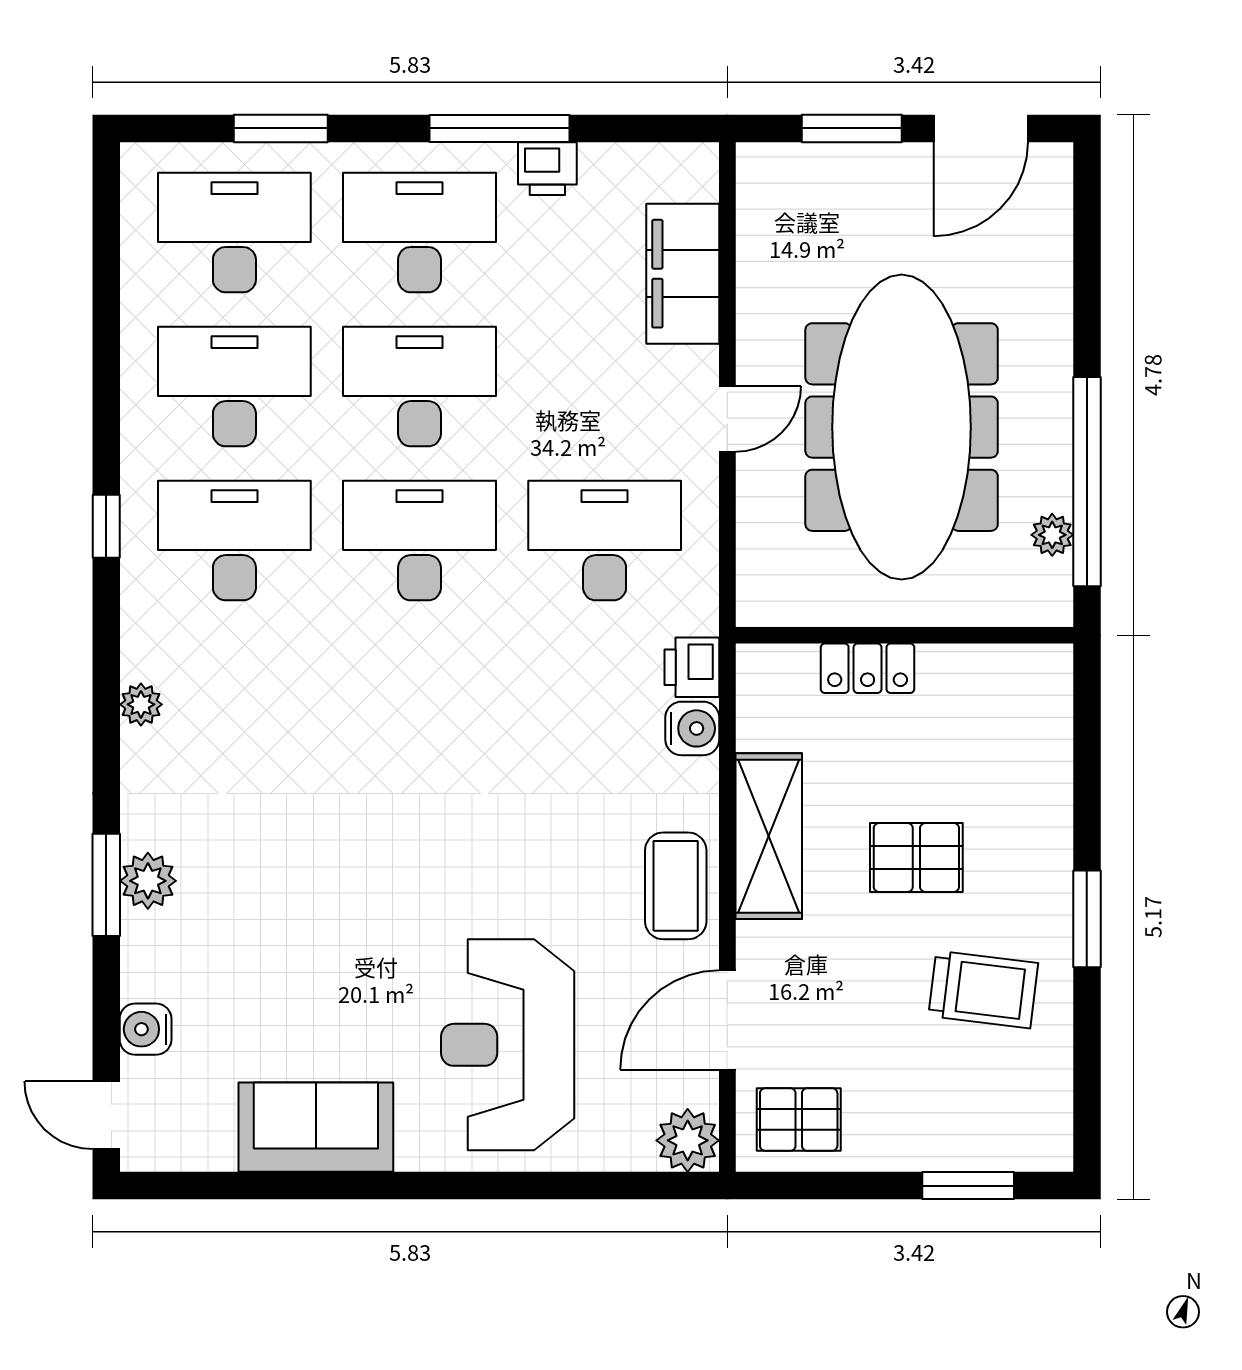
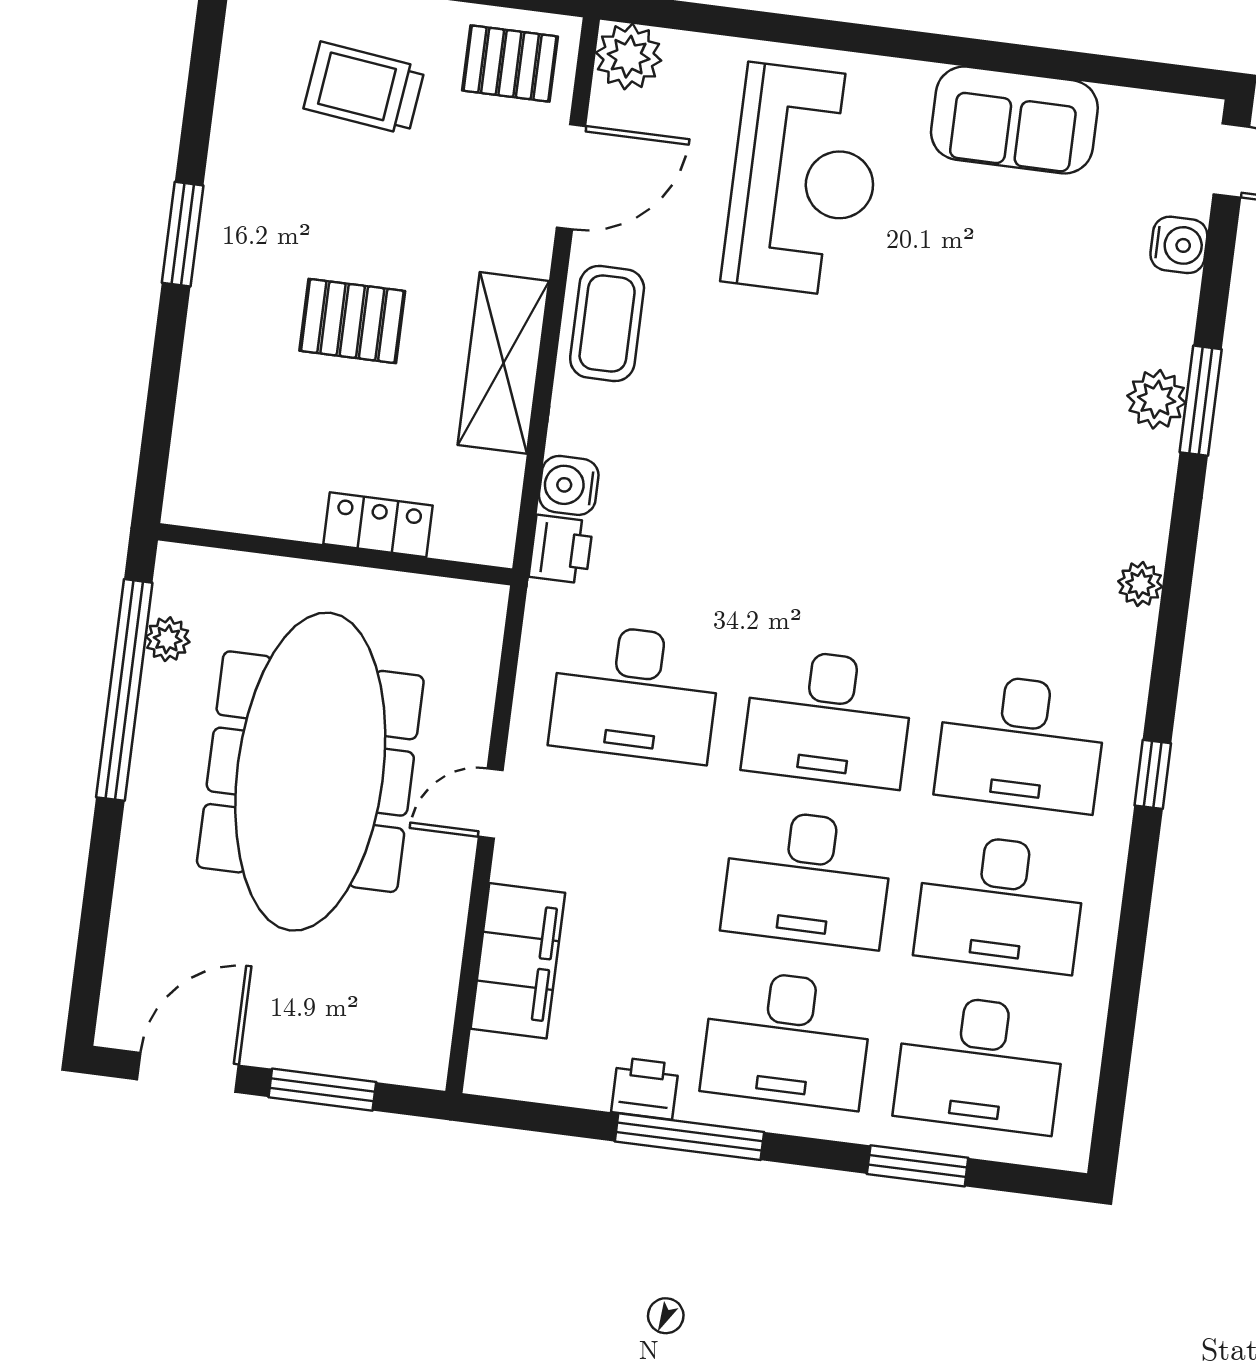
trolley: (983, 990) -> (364, 88), moved

